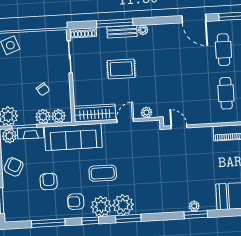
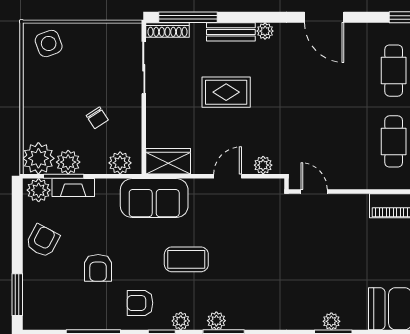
door: (194, 19) -> (324, 17), moved
window: (115, 23) -> (188, 17), moved
wardrobe: (95, 113) -> (168, 161), width x0.67
plant: (43, 117) -> (68, 162), moved
sofa: (73, 137) -> (154, 198), width x0.73
armchair: (49, 181) -> (98, 268), turned 180
plant: (123, 205) -> (216, 321), width x0.53, depth x0.53
plant: (101, 206) -> (181, 321), width x0.53, depth x0.53

